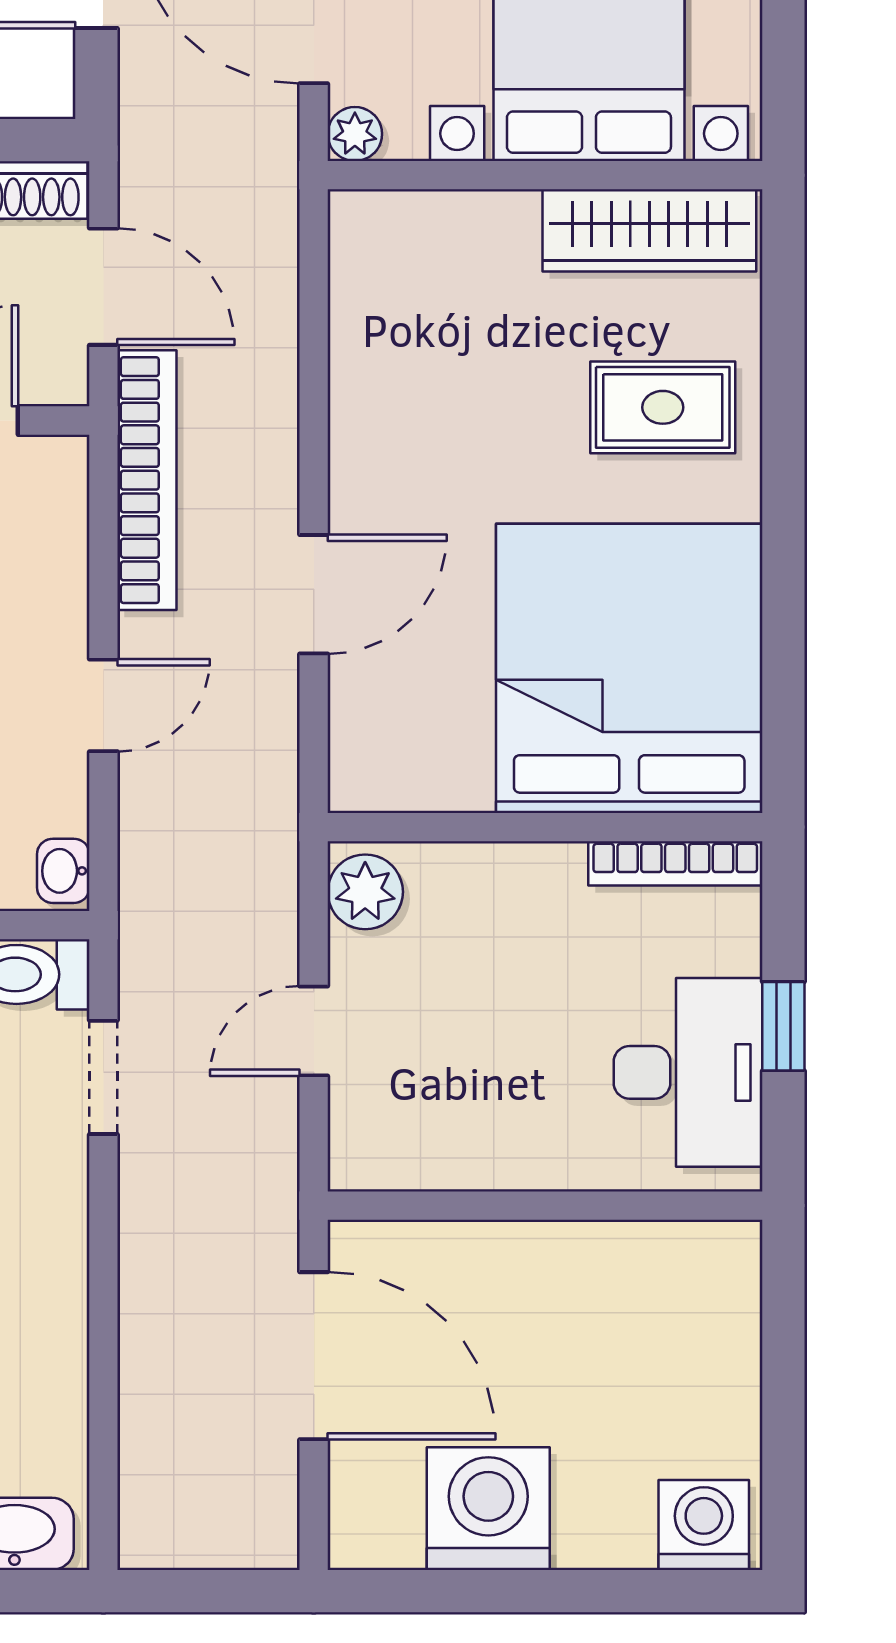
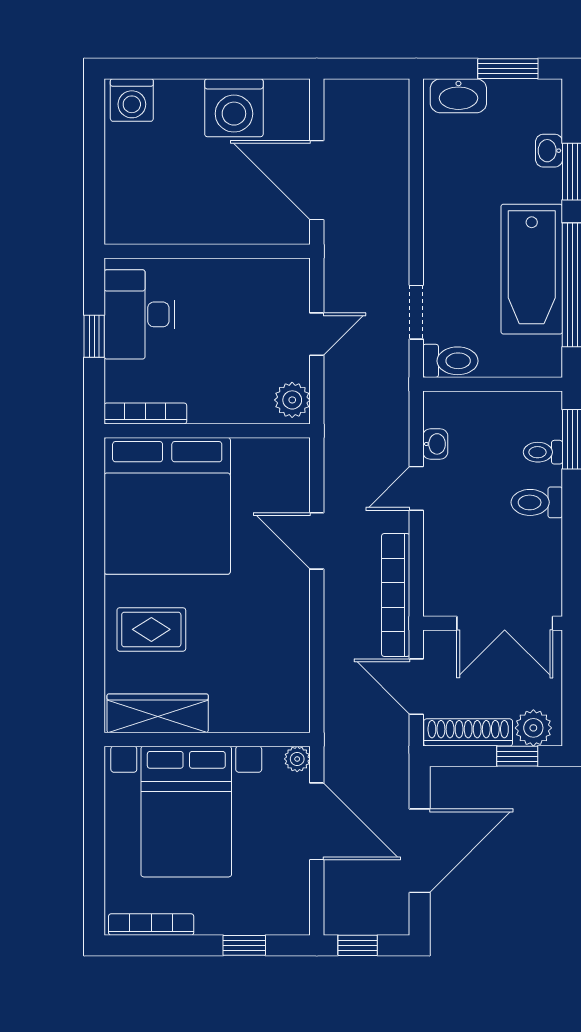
door: (314, 594) -> (317, 541), hinge flipped
washbasin: (63, 871) -> (435, 444), moved

